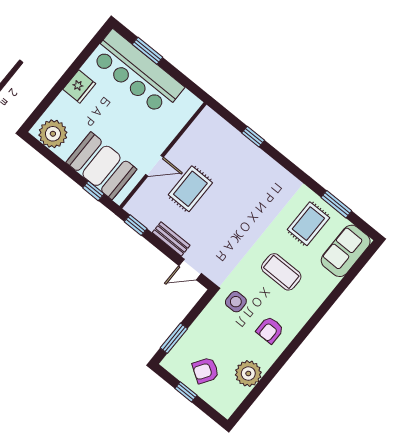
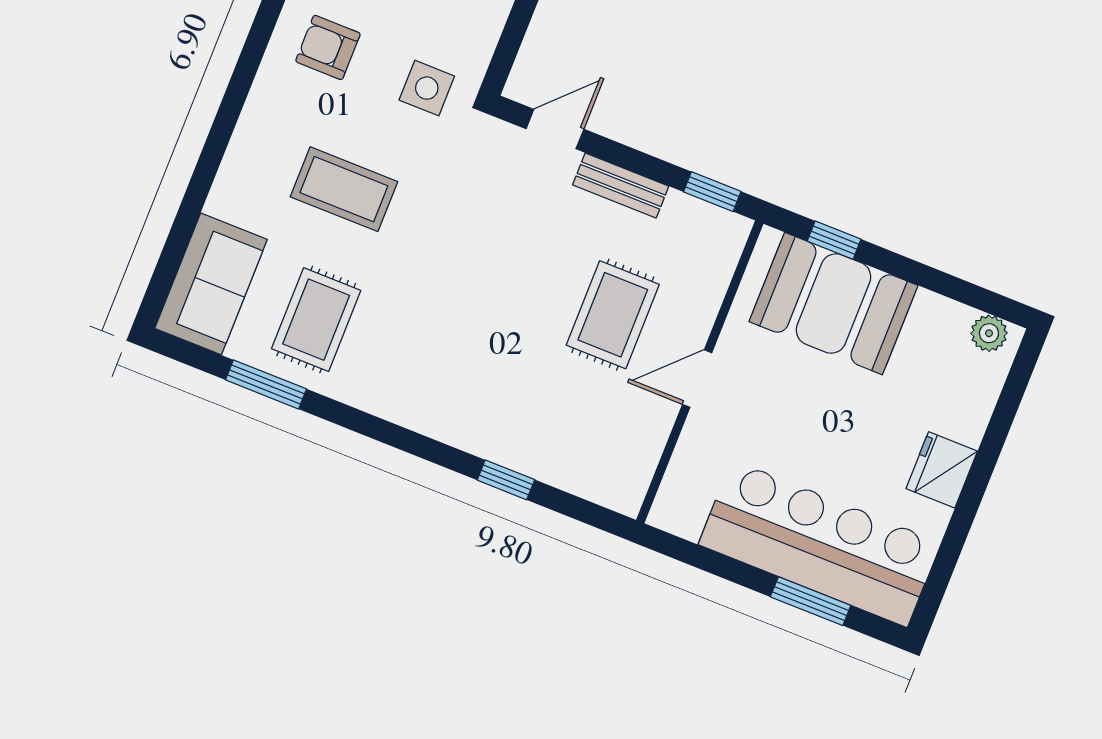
plant: (53, 134) -> (989, 333), width x0.53, depth x0.53
door: (154, 166) -> (697, 379), moved
armchair: (270, 330) -> (328, 47), turned -90

